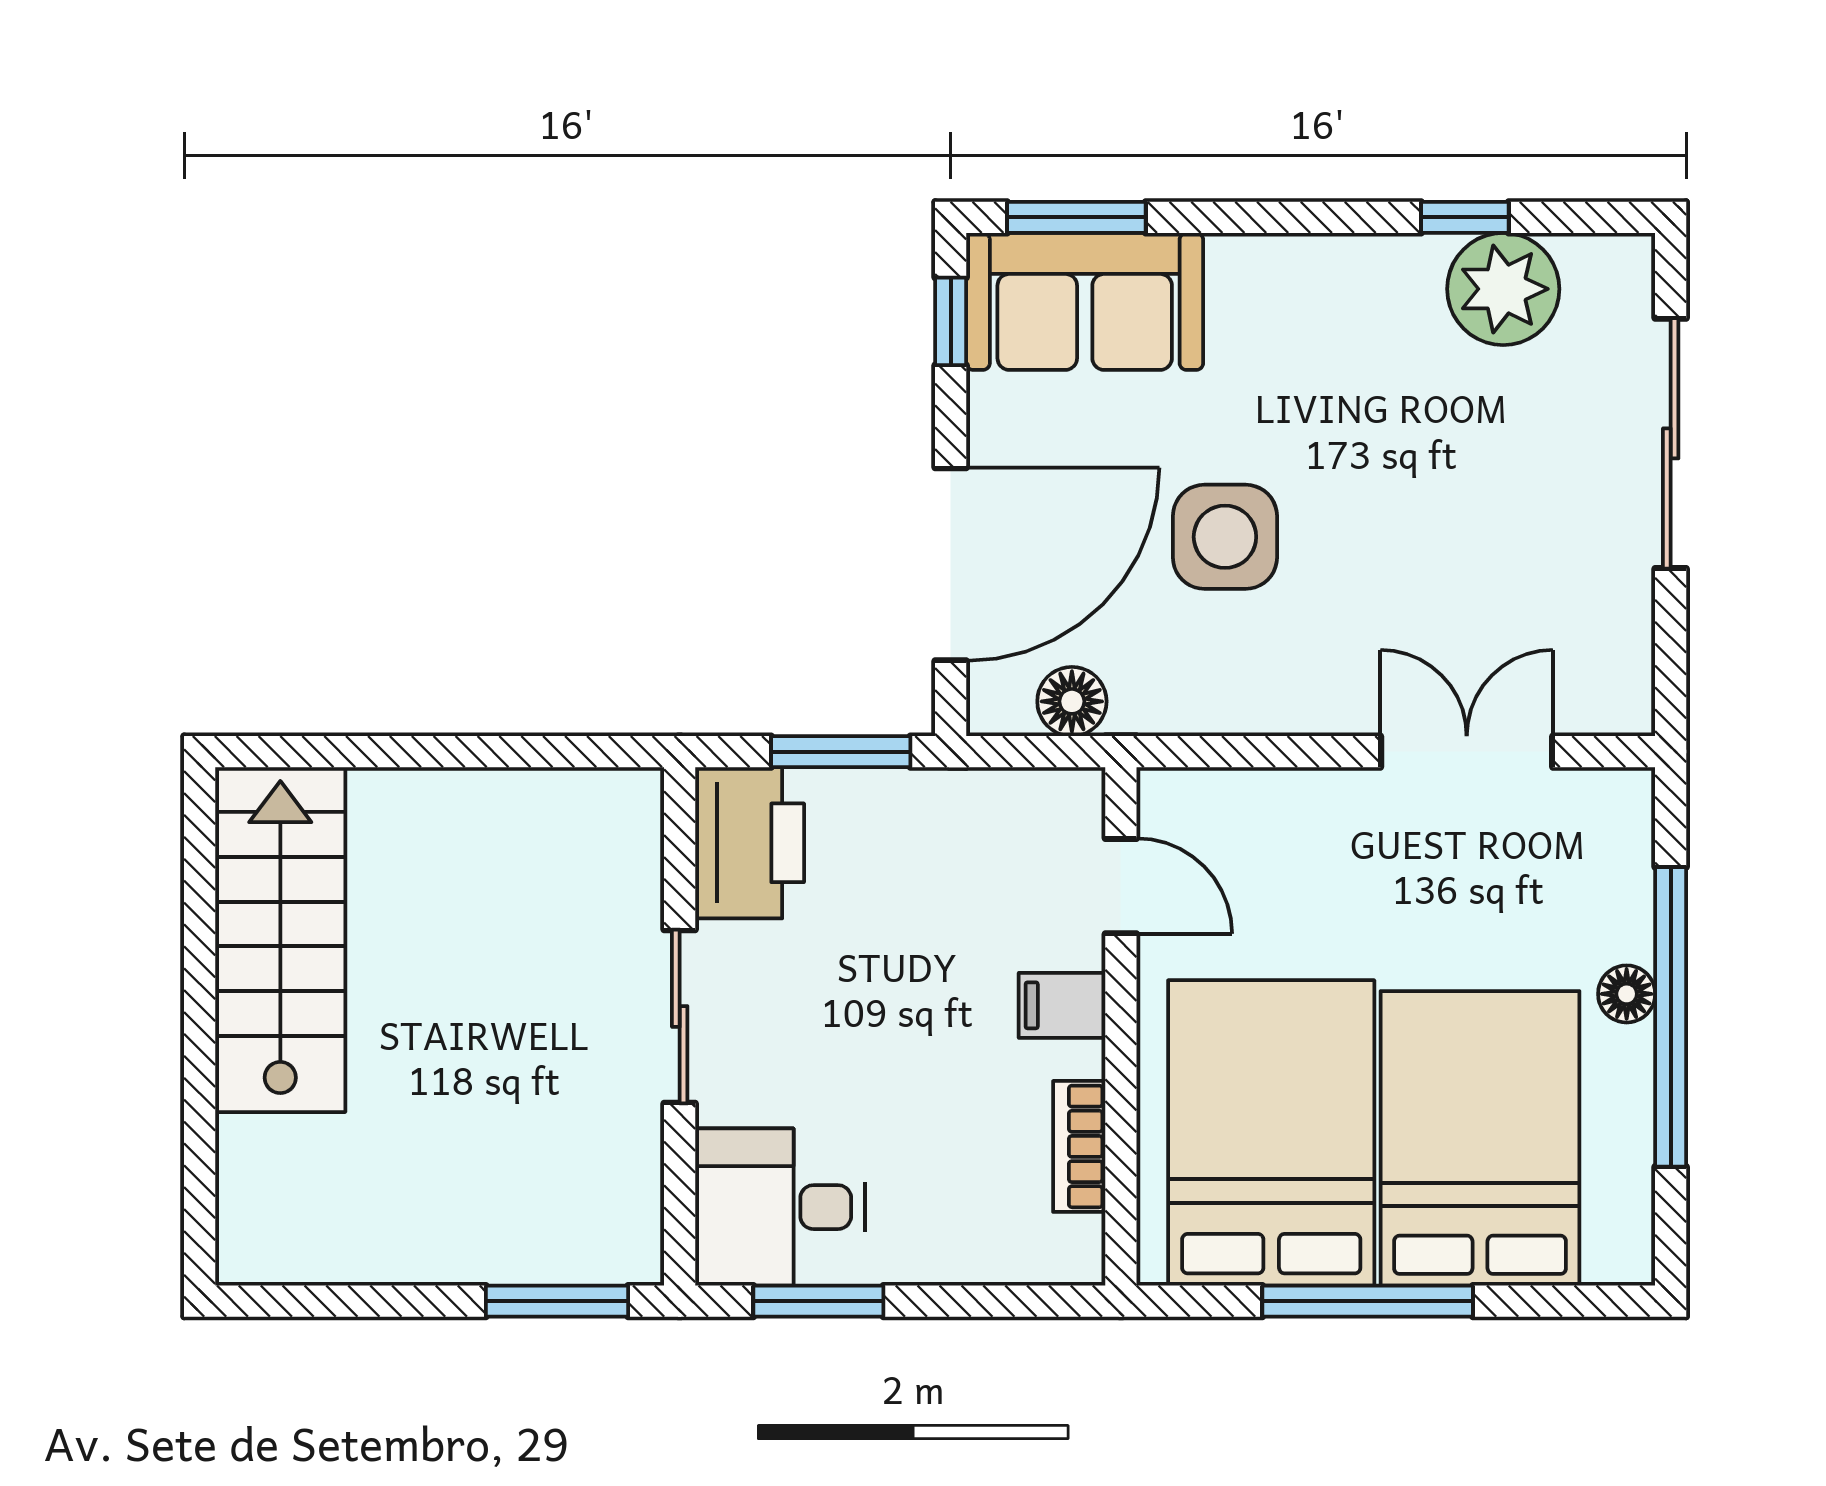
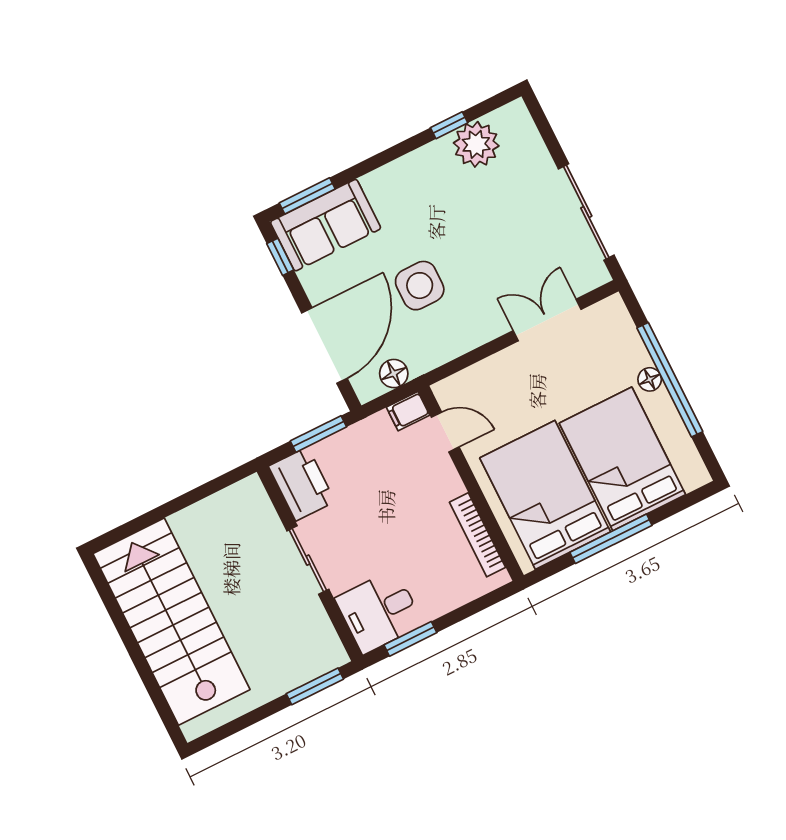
sliding door: (1671, 443) -> (586, 212), moved
stairs: (280, 940) -> (171, 622), width x1.36, depth x1.51
filing cabinet: (1062, 1005) -> (408, 411), moved
bookcase: (1079, 1146) -> (477, 535), width x1.56

